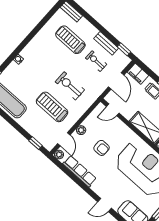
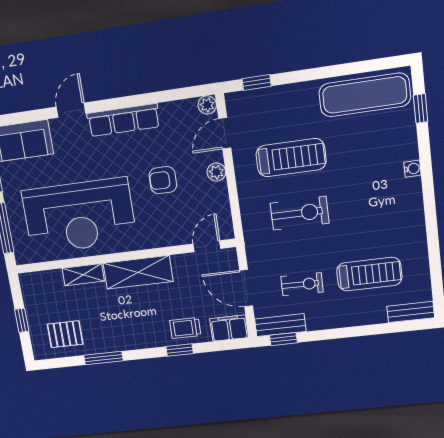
bench: (106, 43) -> (280, 325), moved
door: (64, 139) -> (225, 133), hinge flipped
row of seats: (80, 171) -> (123, 120), moved

